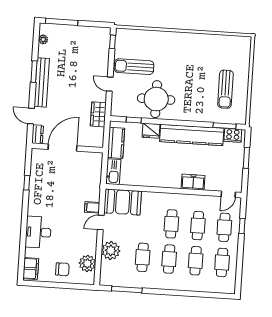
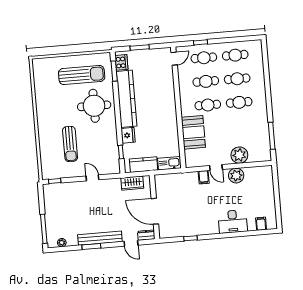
sun lounger: (134, 67) -> (70, 144), moved
door: (110, 84) -> (92, 178), swing flipped
sun lounger: (225, 89) -> (82, 75), width x1.36, depth x1.34
round table: (156, 99) -> (94, 106), moved
wardrobe: (98, 114) -> (132, 183), moved
door: (31, 116) -> (131, 243), hinge flipped
freezer: (193, 182) -> (168, 91), removed
door: (228, 194) -> (174, 59), hinge flipped
booth: (123, 202) -> (193, 132), moved
cafe table: (143, 257) -> (241, 126), removed
plant: (87, 263) -> (236, 176), moved
filing cabinet: (31, 269) -> (261, 224), width x0.50
chair: (62, 269) -> (262, 195), removed

